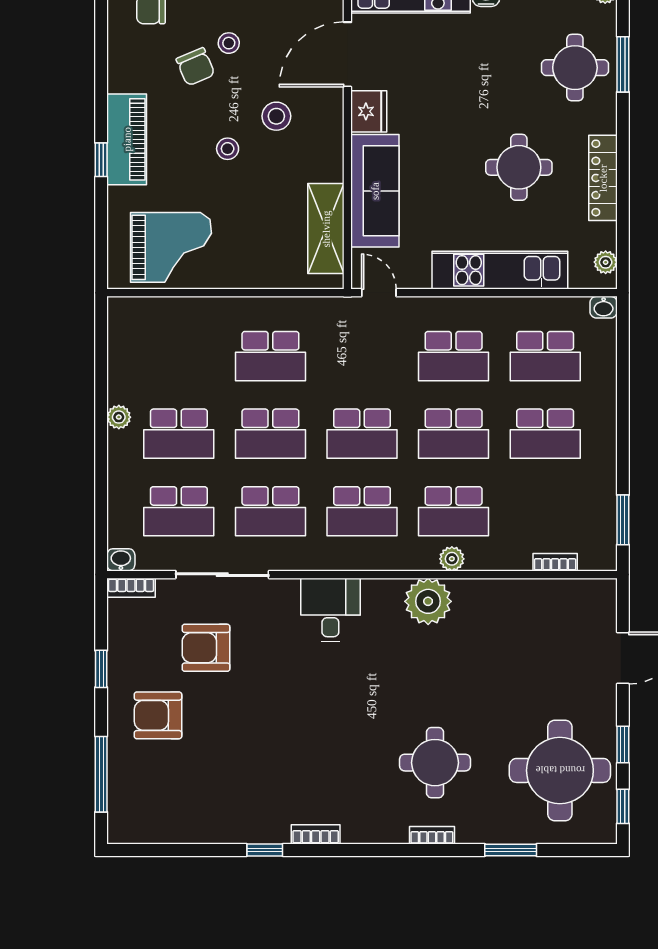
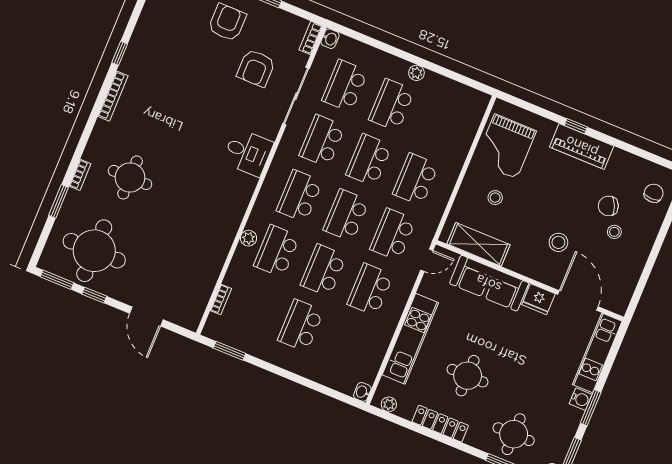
stool: (228, 149) -> (495, 198), moved
school desk: (545, 356) -> (393, 234), moved
plant: (428, 601) -> (229, 213), removed
armchair: (206, 648) -> (256, 68), turned 180
window: (623, 806) -> (57, 280), width x1.50
bookcase: (316, 834) -> (113, 96), width x1.56
bookcase: (432, 835) -> (80, 175), moved

